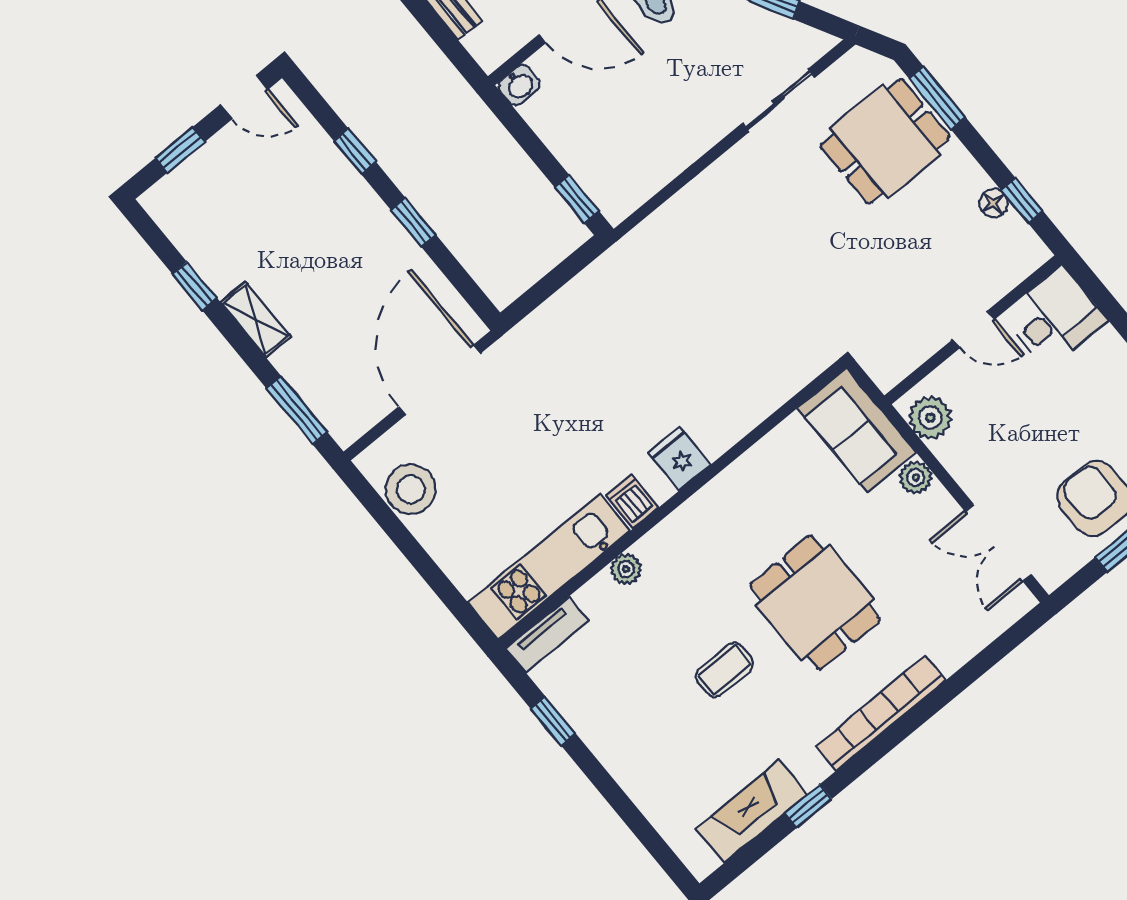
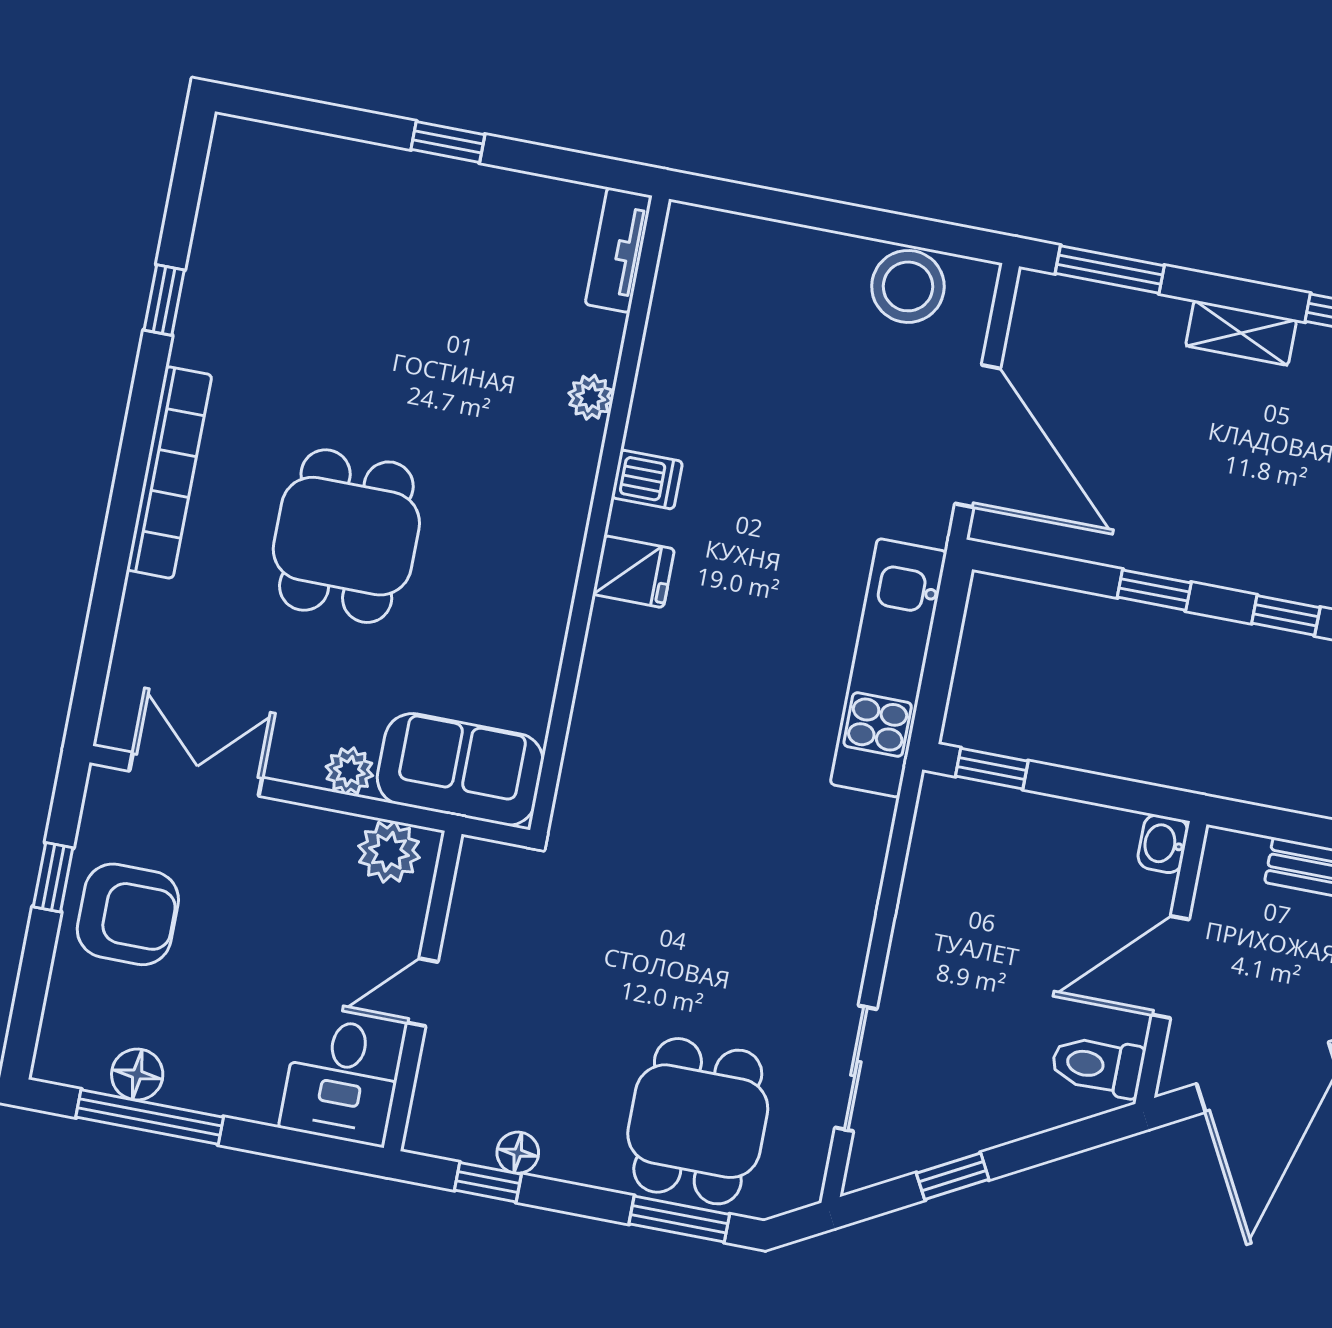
kitchen unit: (549, 567) -> (889, 668), moved, turned 180
dining table: (815, 602) -> (346, 536), turned 90
coffee table: (724, 670) -> (386, 376), removed
window: (553, 721) -> (448, 142), moved
fireplace: (752, 811) -> (223, 242), removed

